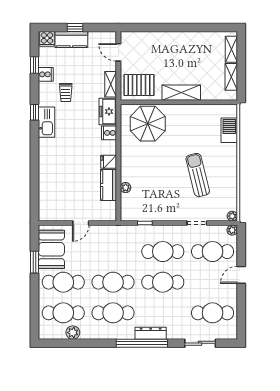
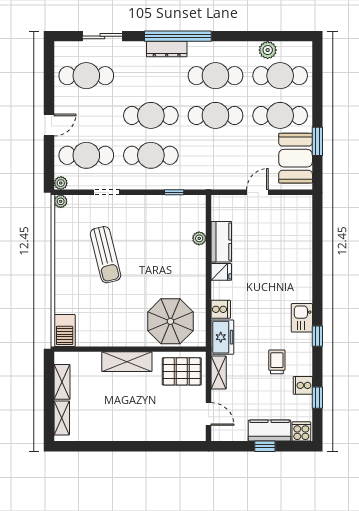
kitchen sink: (47, 122) -> (302, 318), width x0.73
barbecue: (229, 130) -> (65, 331), moved

